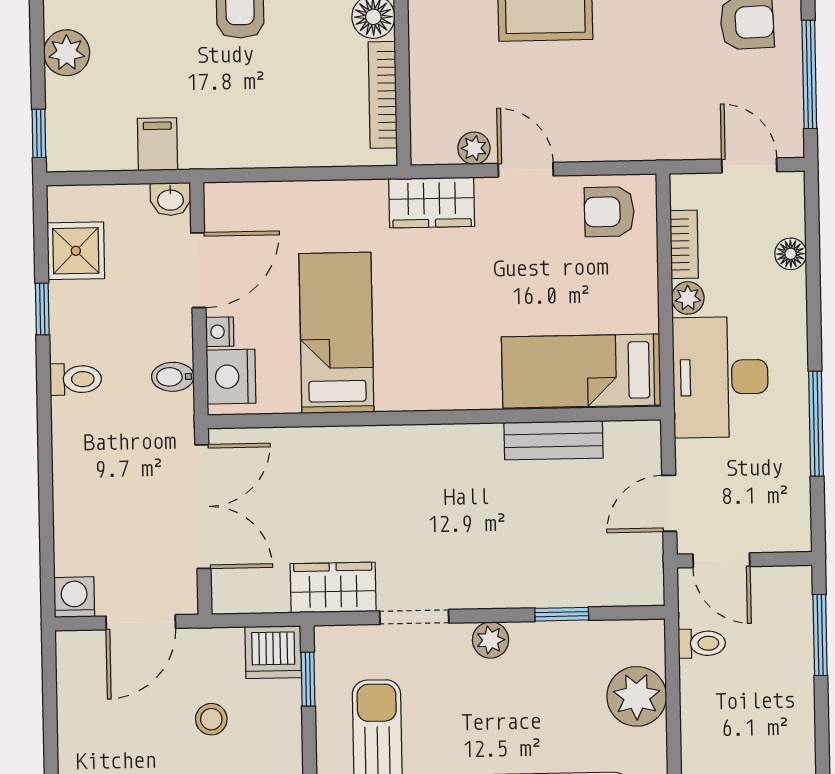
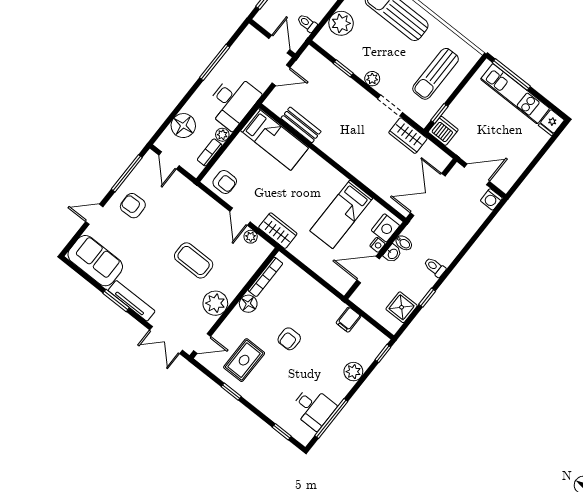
washbasin: (170, 199) -> (393, 254), moved, turned 90
floor lamp: (791, 254) -> (183, 126), width x1.89, depth x1.89
stool: (211, 719) -> (480, 126), removed

